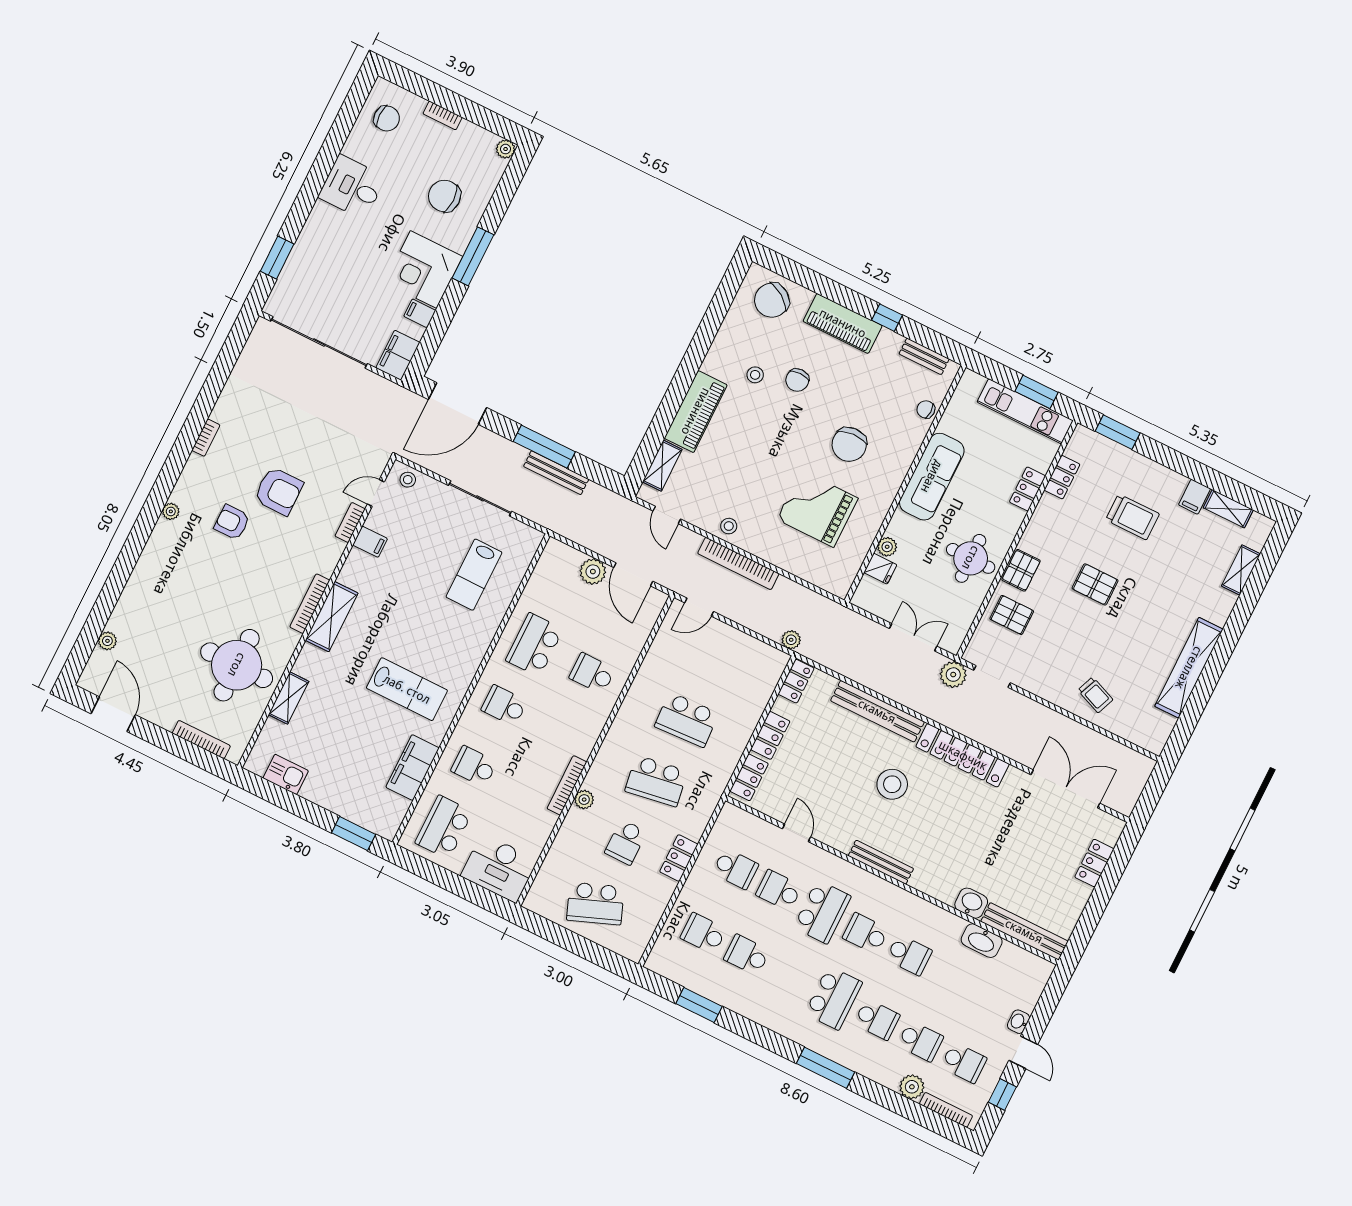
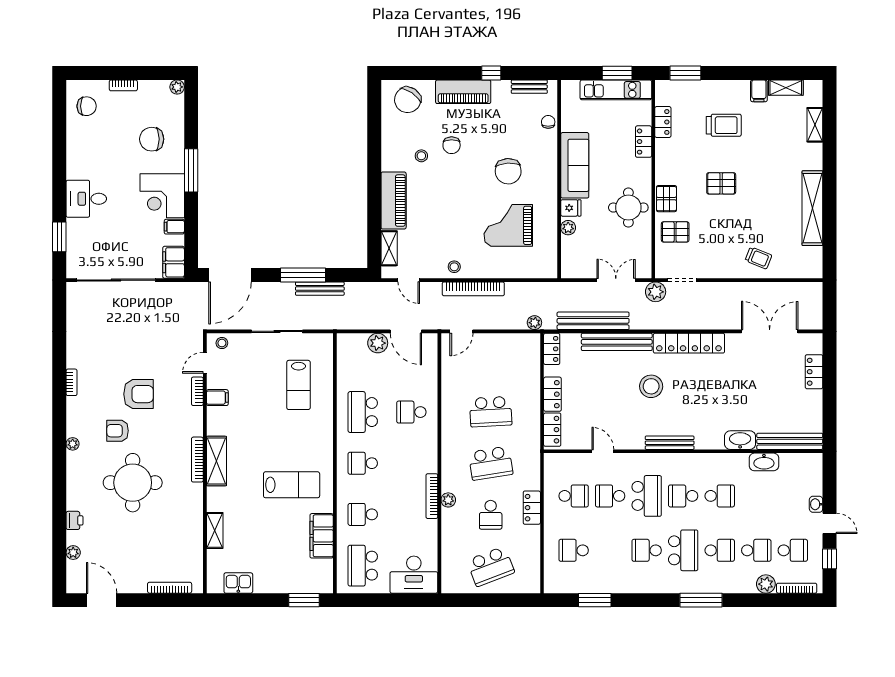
desk: (352, 187) -> (86, 199), moved
chair: (926, 409) -> (548, 122), turned 88
fridge: (880, 569) -> (571, 208), moved
printer: (128, 604) -> (75, 520), added
round table: (237, 665) -> (133, 483), moved
bench: (862, 672) -> (593, 321), added
washbasin: (971, 903) -> (740, 440), width x1.38
school desk: (747, 955) -> (647, 550), moved

